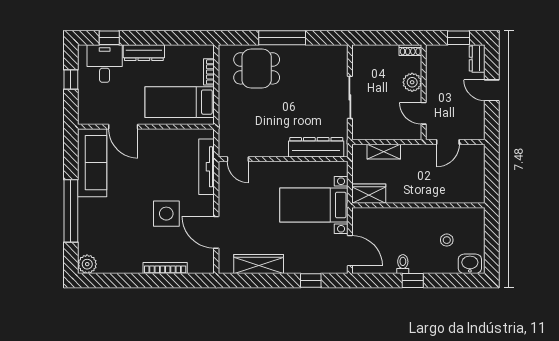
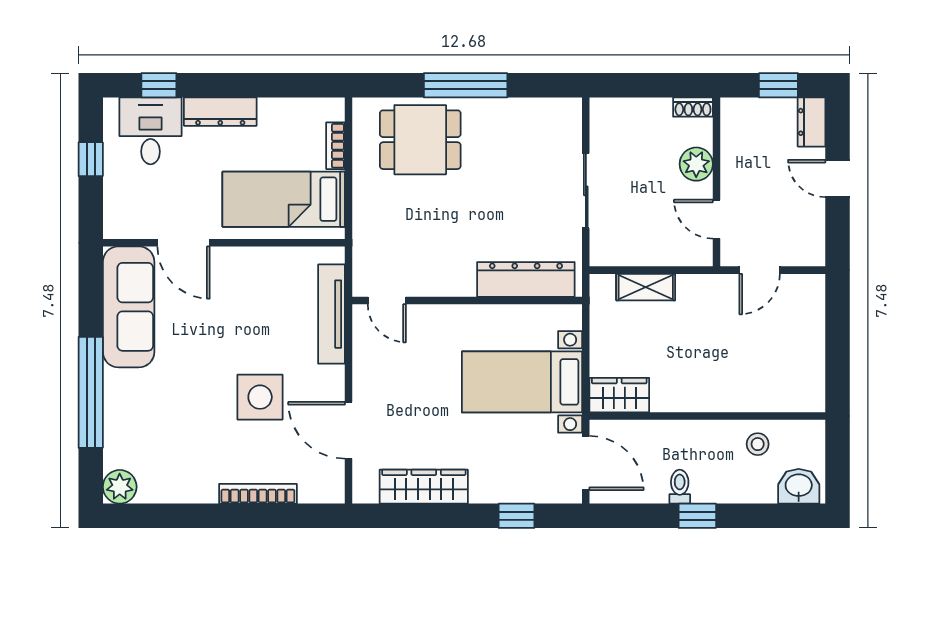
wardrobe: (369, 194) -> (619, 395), moved
wall: (418, 205) -> (707, 416), moved

